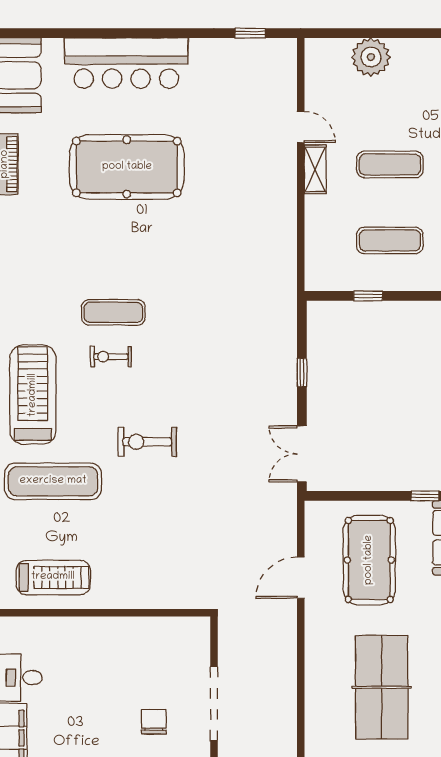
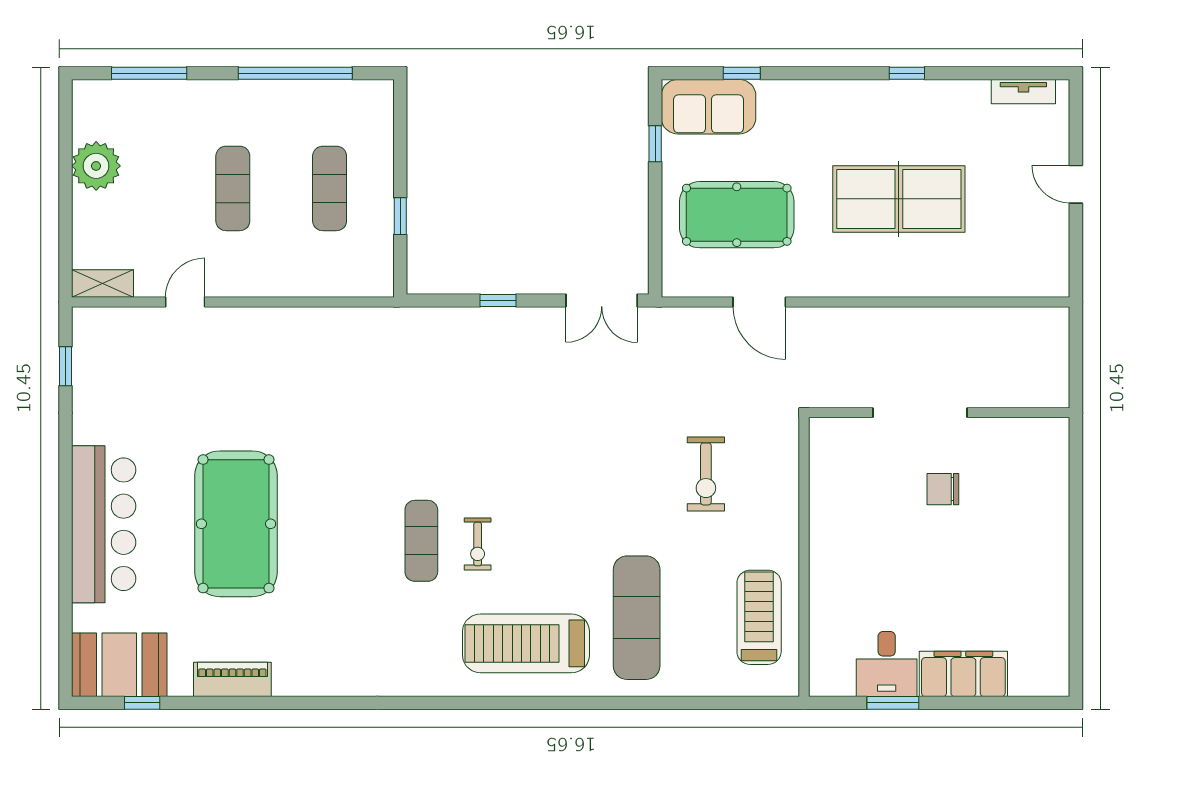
plant: (371, 57) -> (96, 166), moved
shelving: (315, 169) -> (102, 284), moved
exercise bike: (147, 442) -> (706, 474), moved

